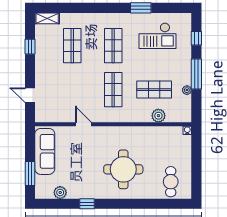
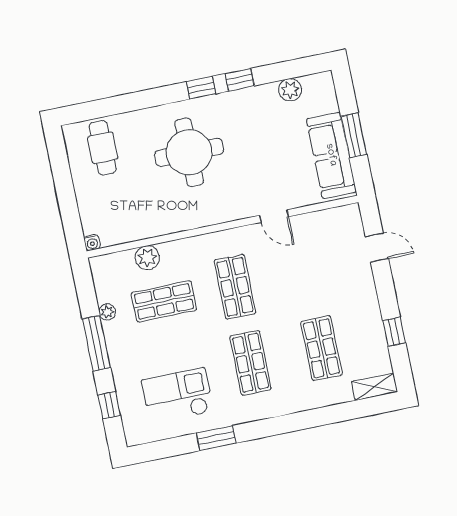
window: (30, 174) -> (354, 135), moved
window: (109, 204) -> (201, 88), added

